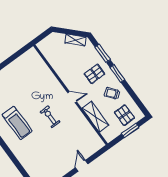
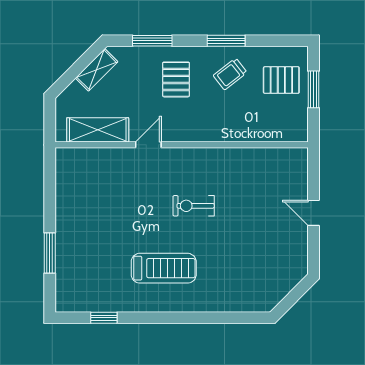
window: (117, 73) -> (226, 41), moved
door: (72, 97) -> (148, 145), moved
shelving: (95, 117) -> (98, 130), moved

